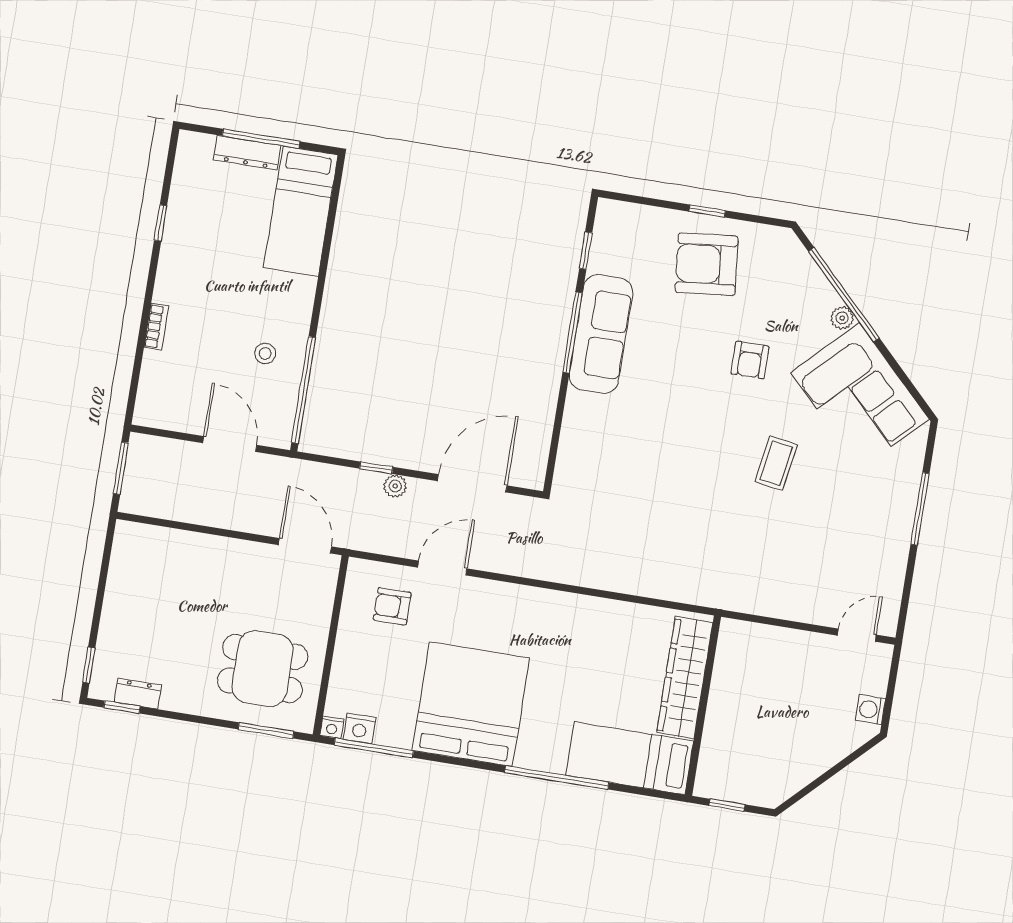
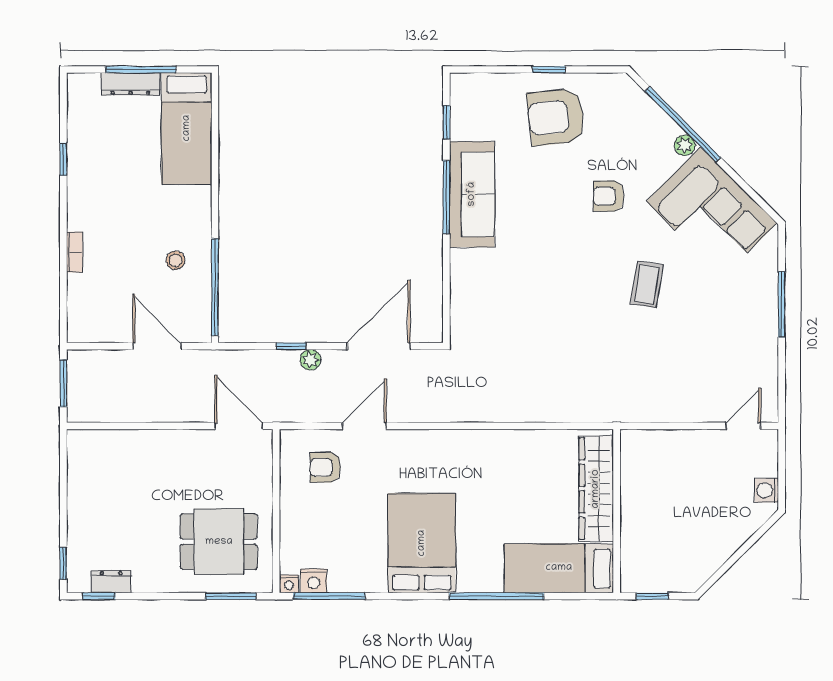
armchair: (750, 360) -> (609, 196), turned 90
bed: (471, 704) -> (422, 543), width x0.73

